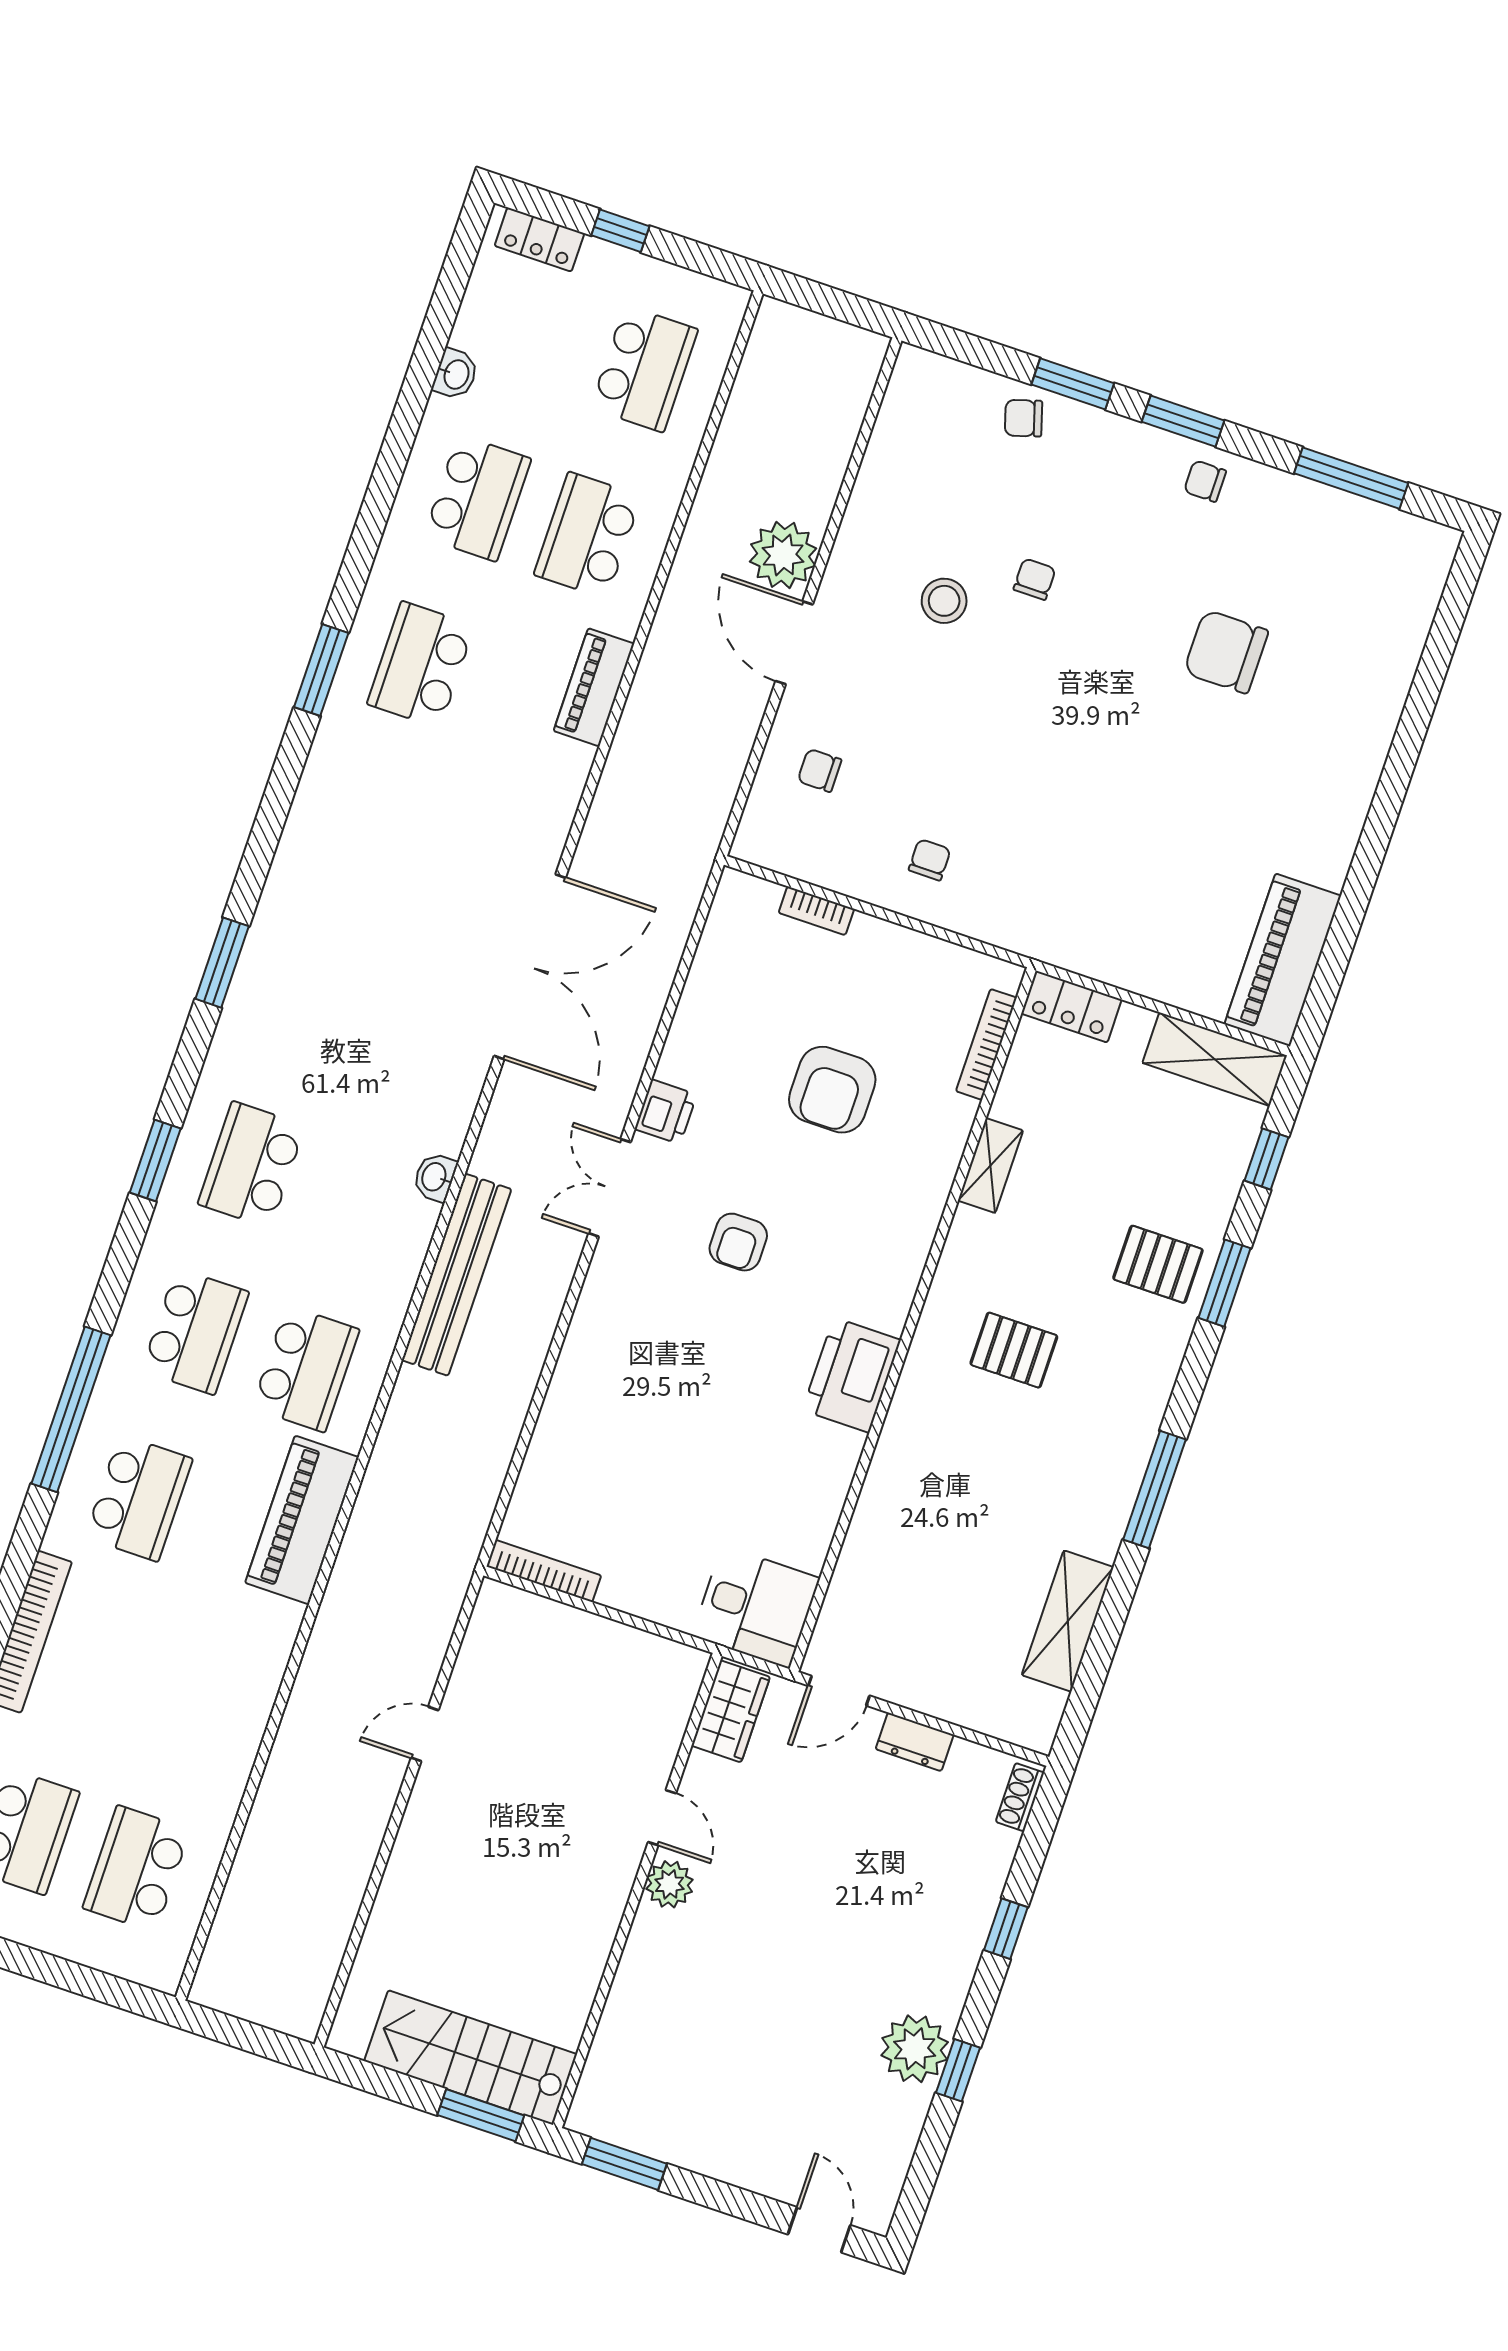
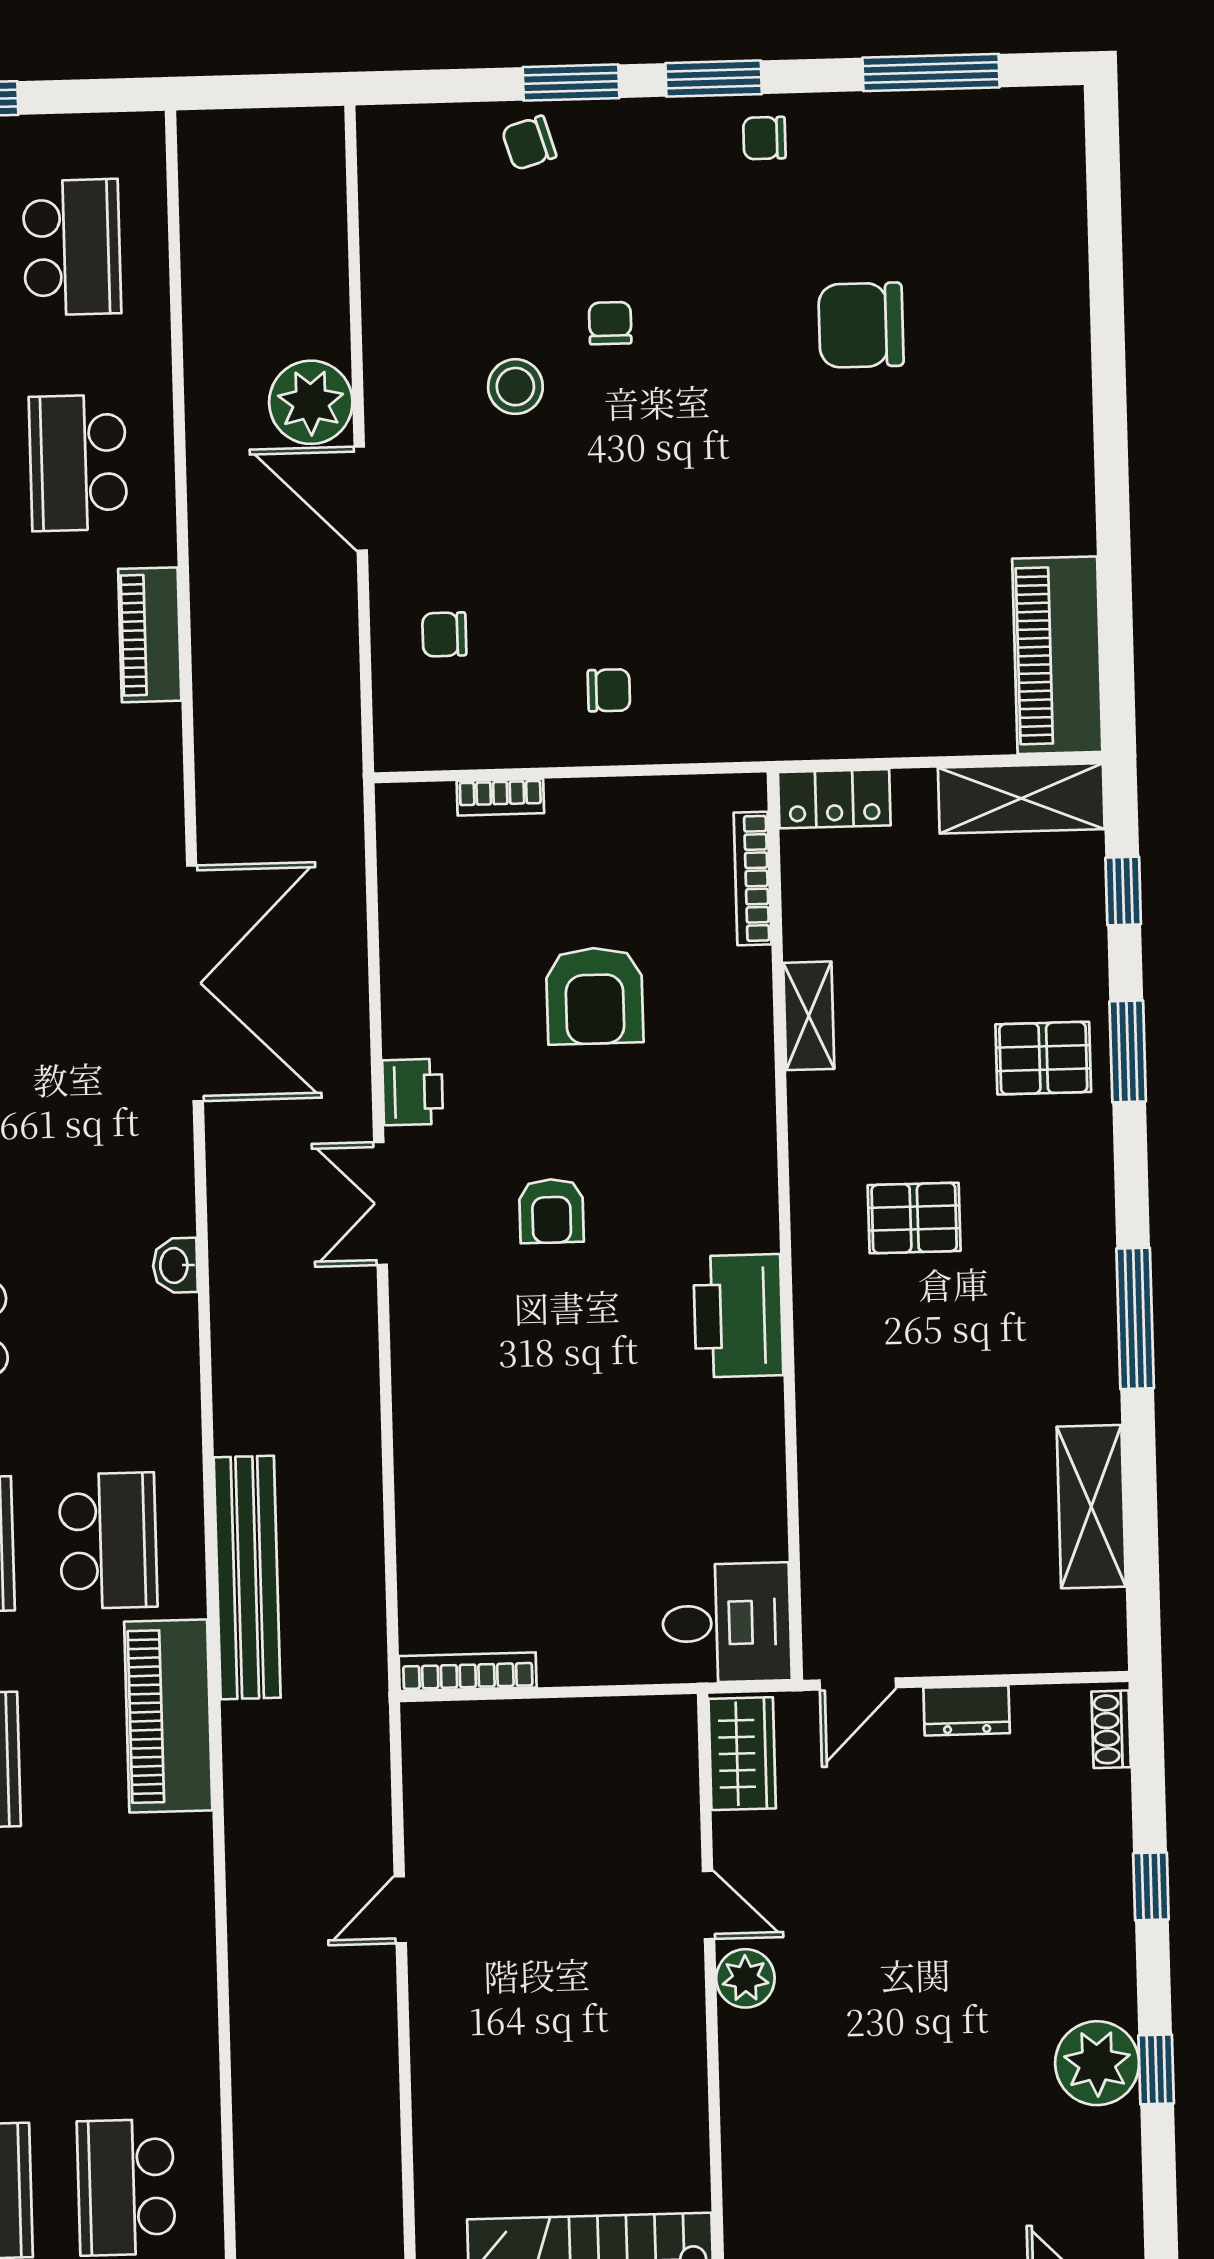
chair: (930, 860) -> (609, 690), turned 90
bench: (456, 1275) -> (247, 1578), moved

